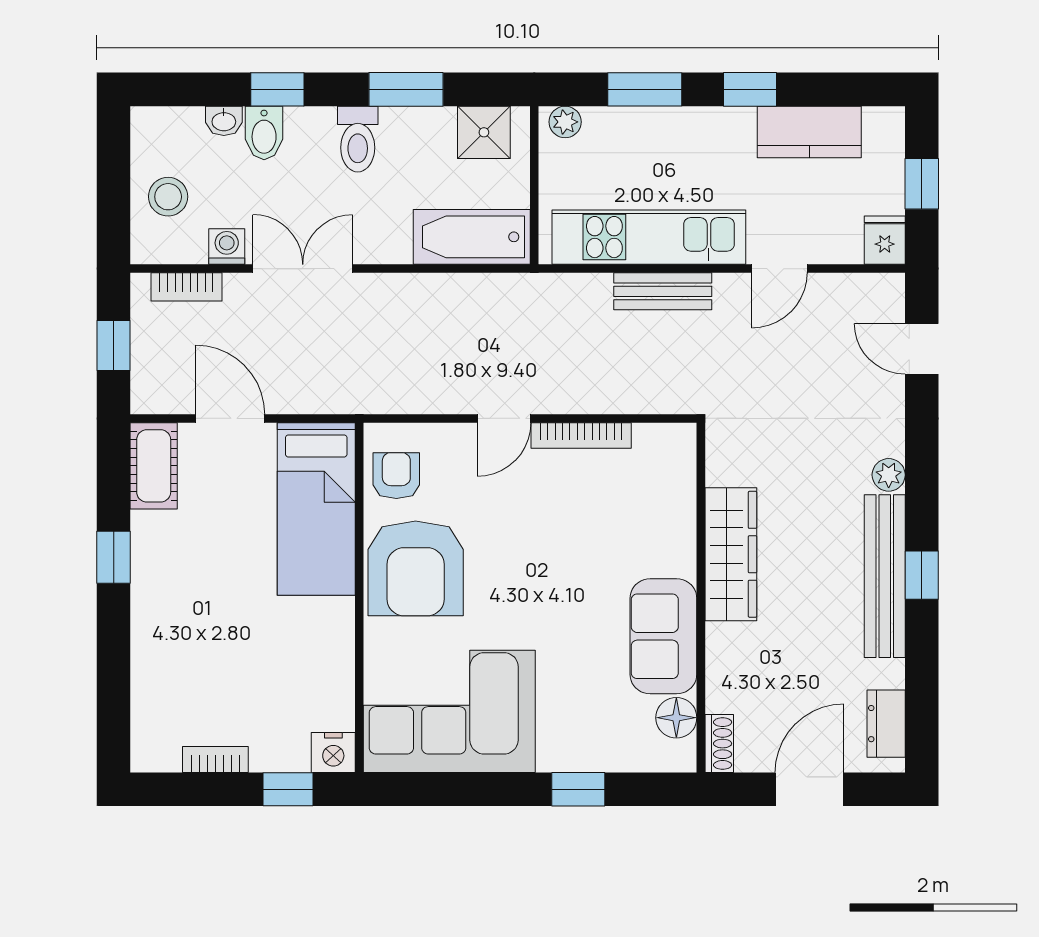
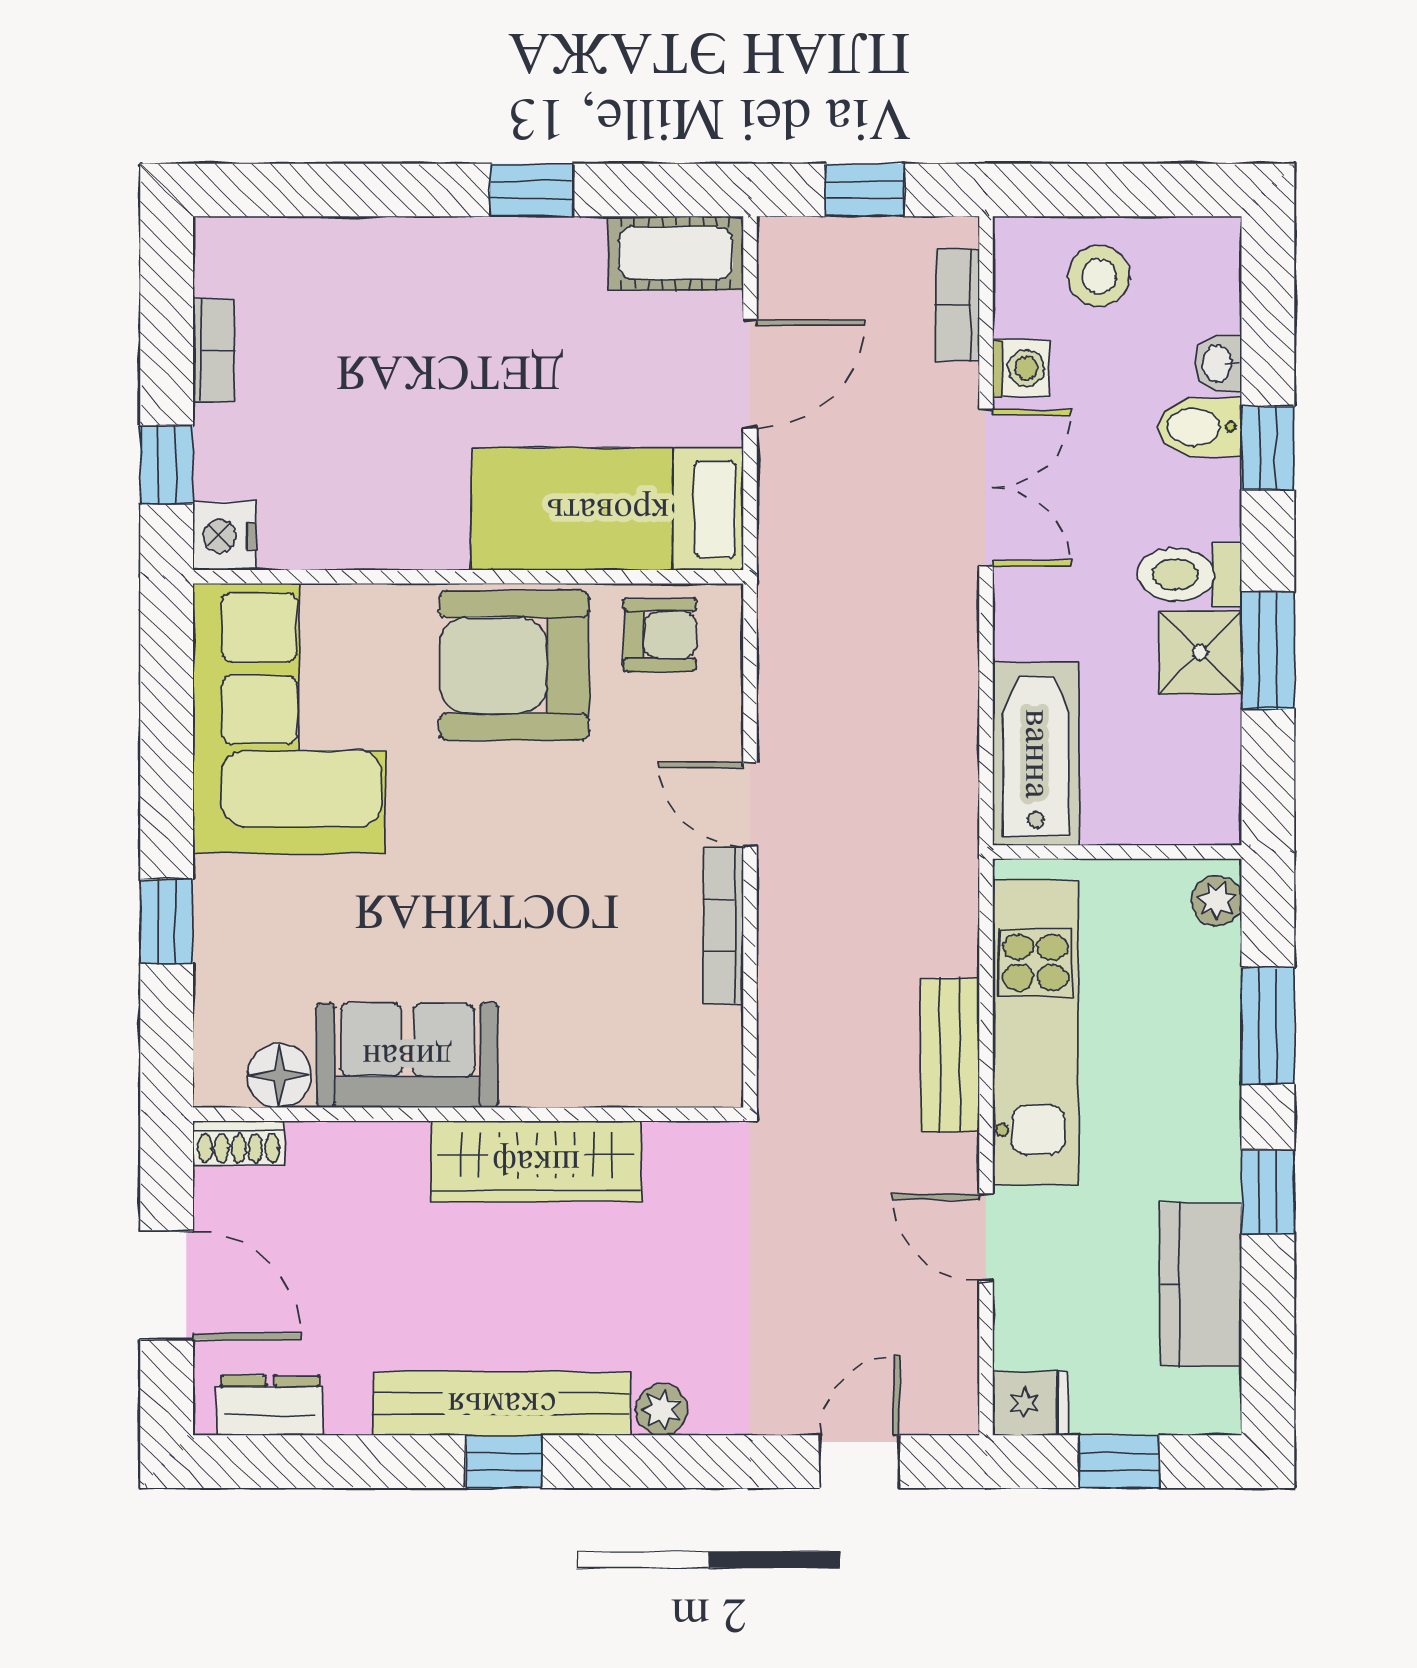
shower: (484, 132) -> (1200, 652), moved

